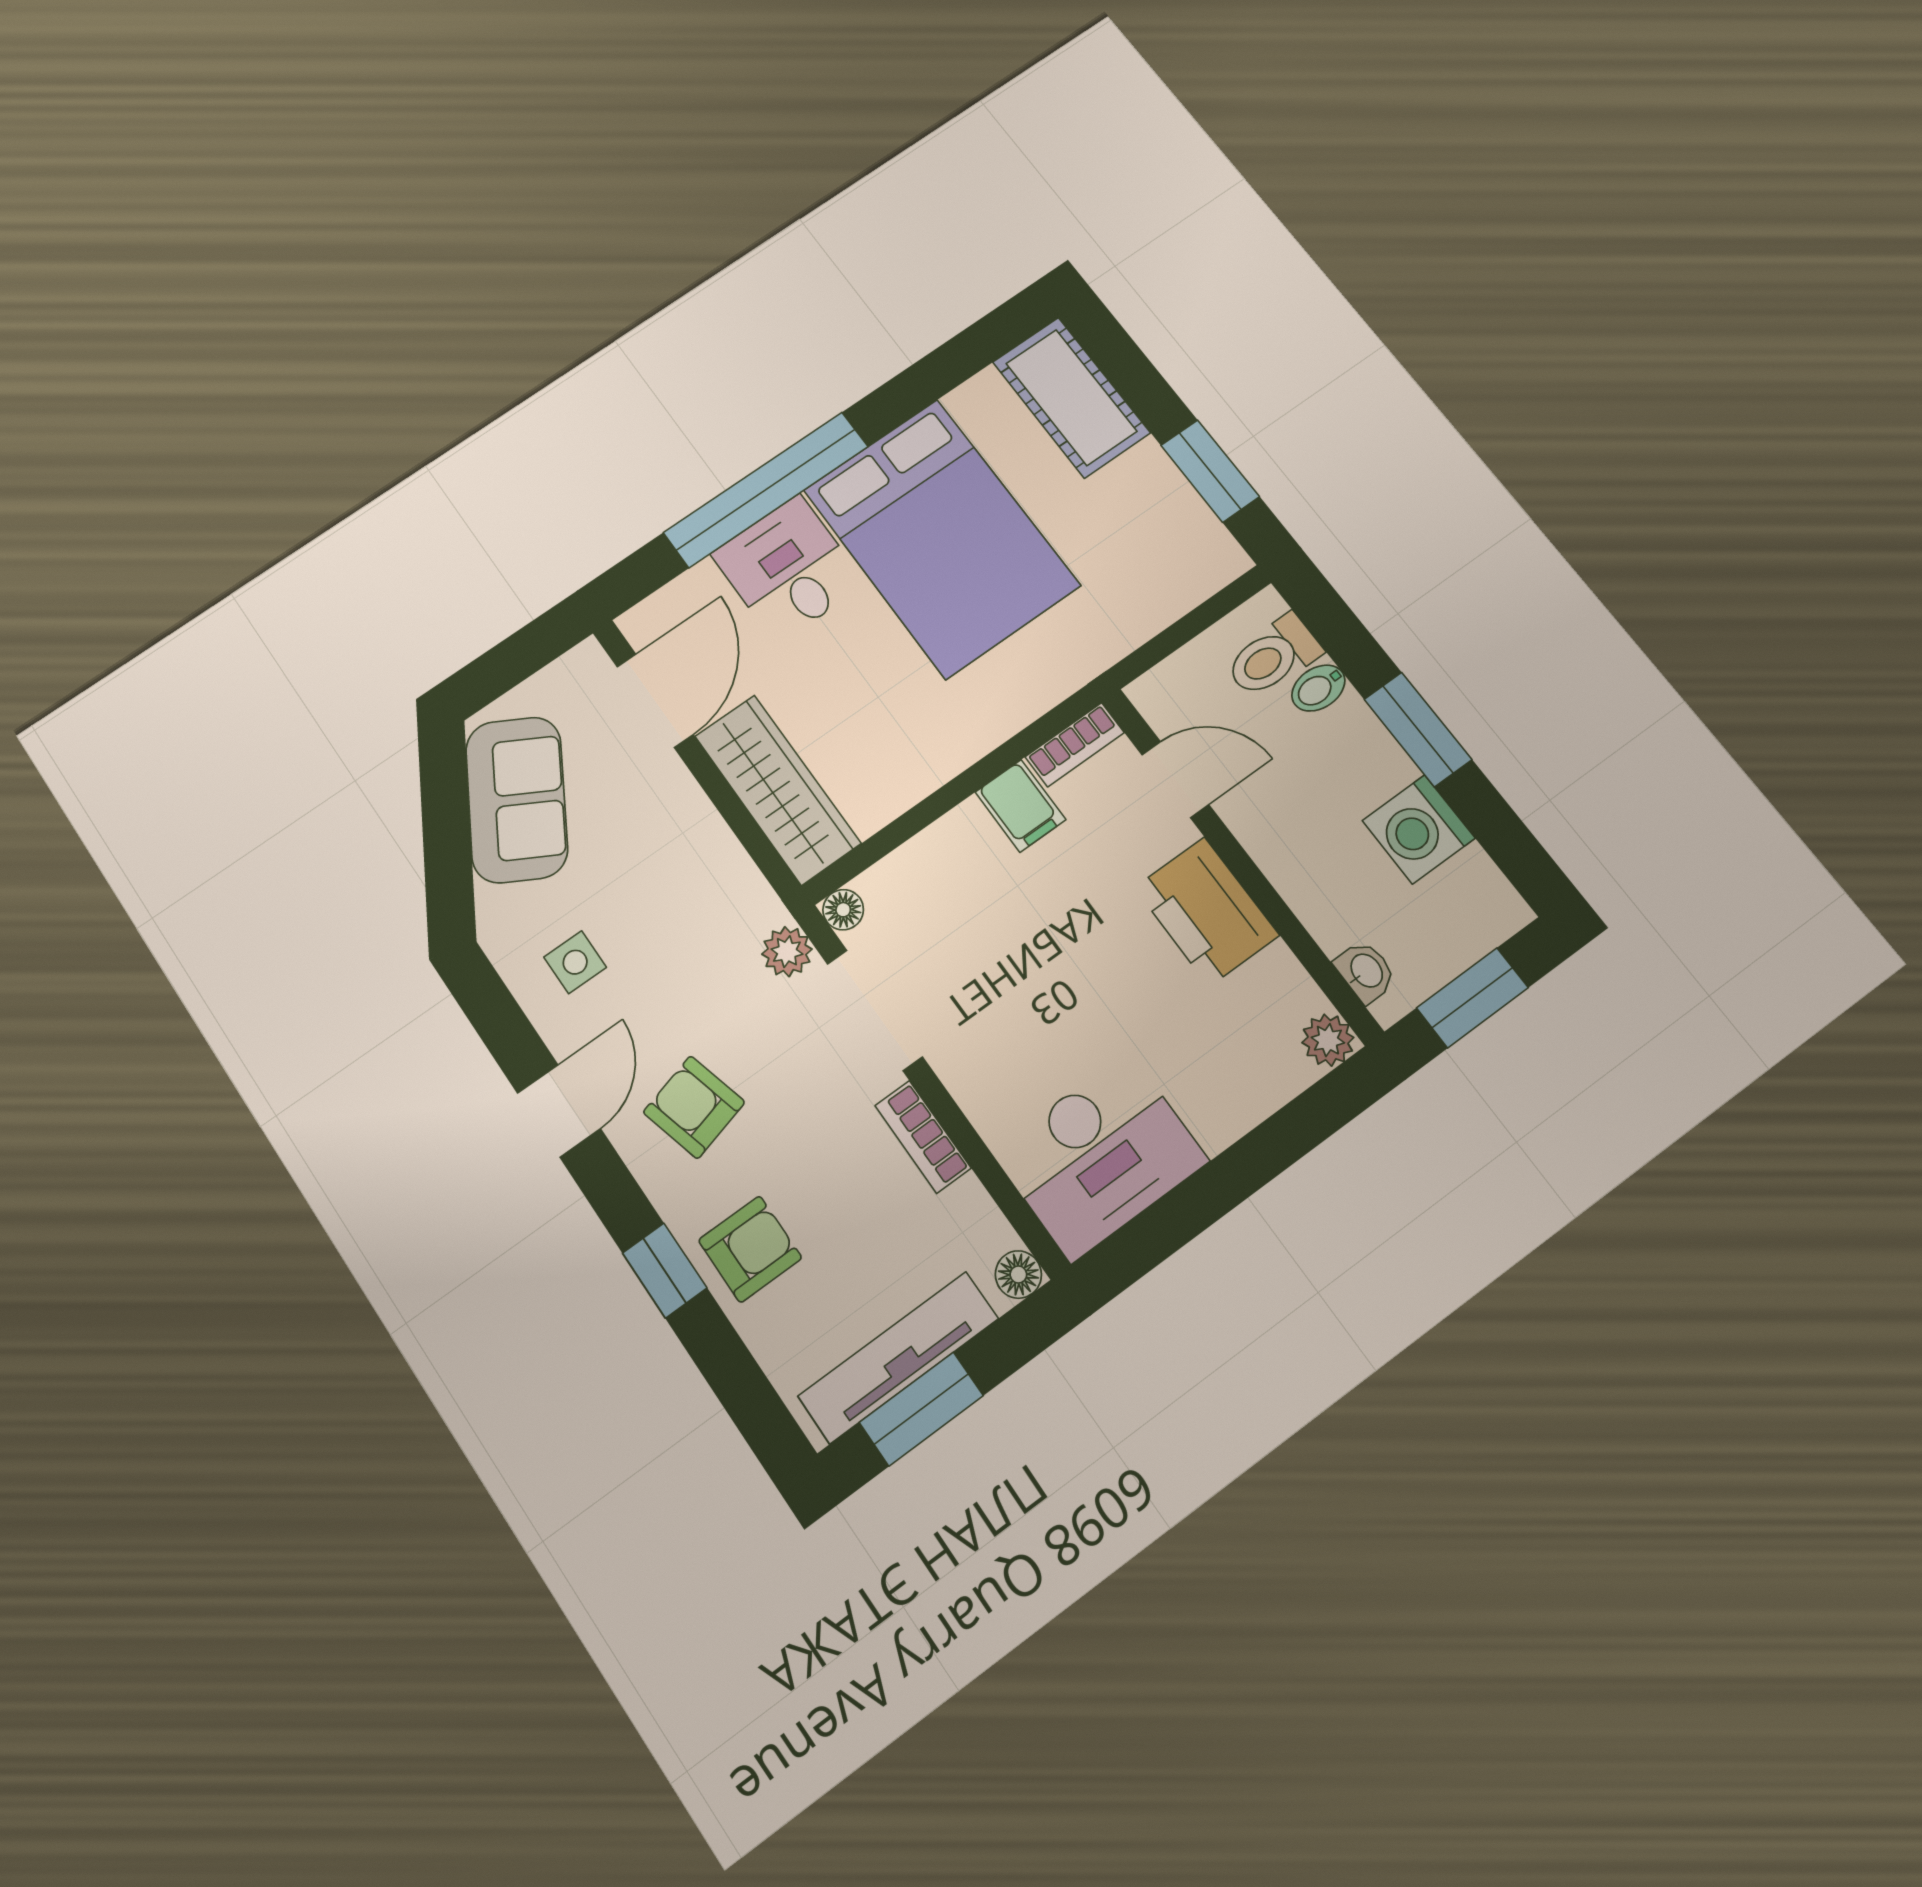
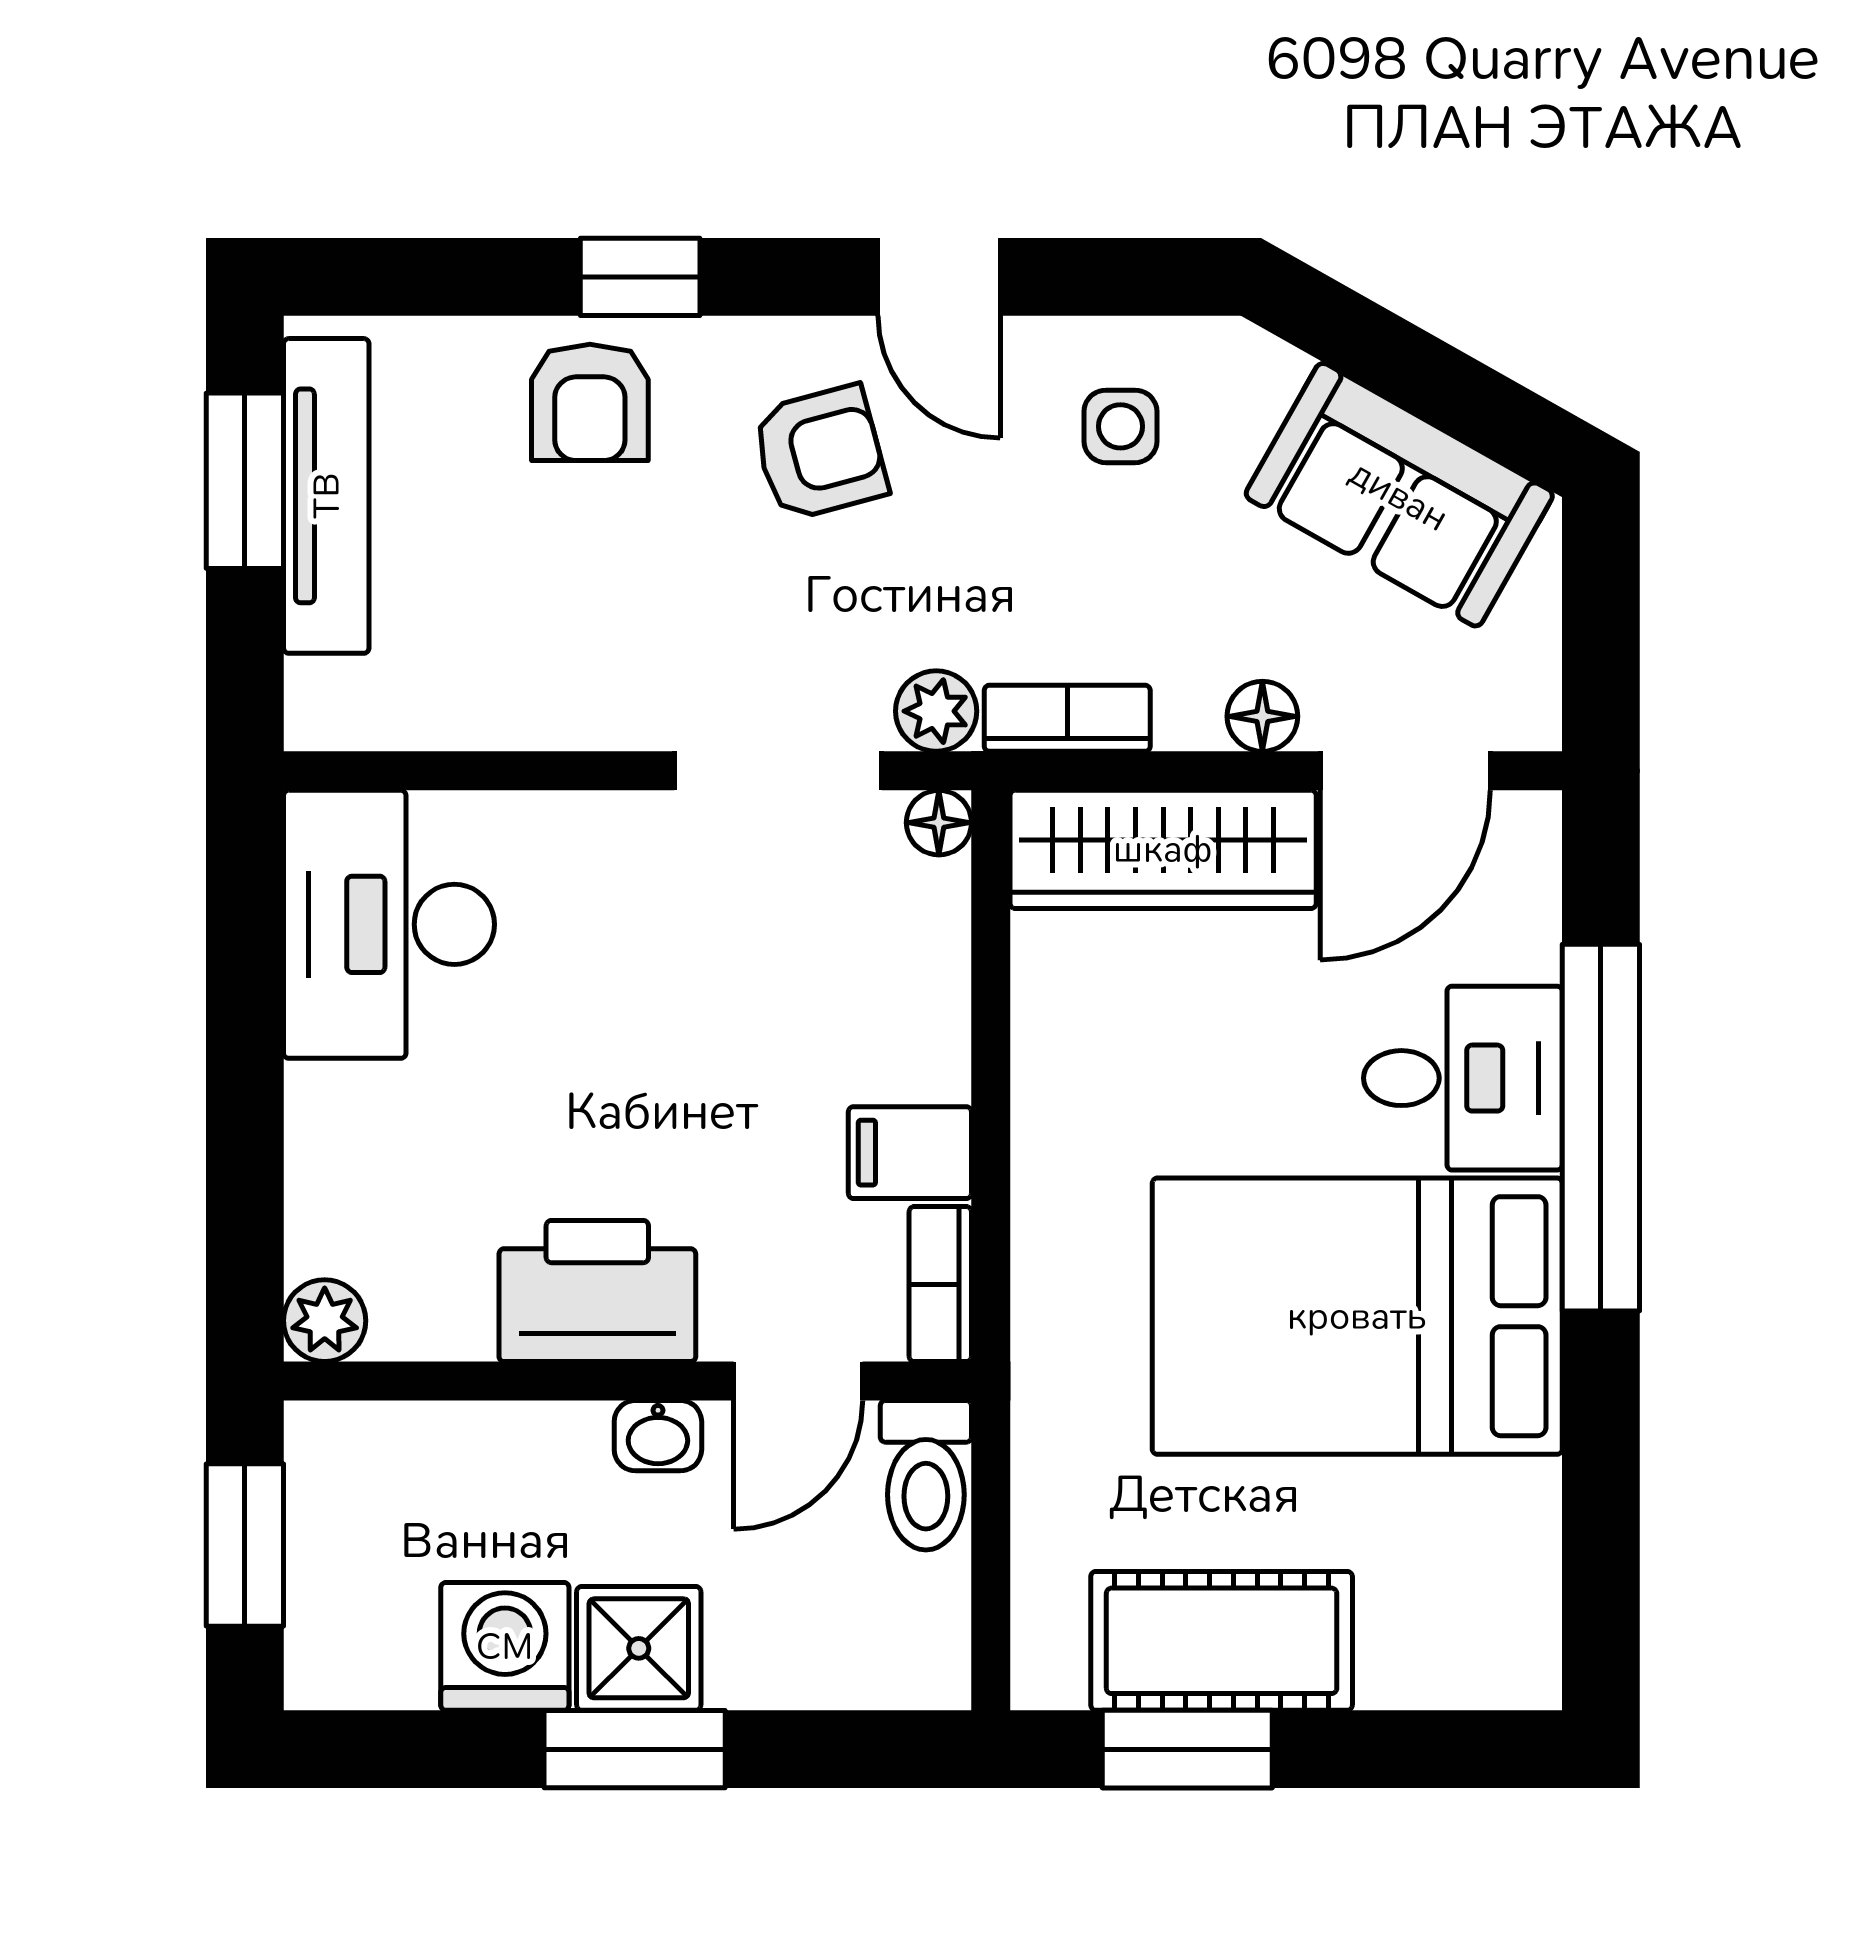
cot: (1071, 397) -> (1222, 1641), moved
toilet: (1273, 656) -> (926, 1475), moved, turned 180
bidet: (1318, 688) -> (784, 1662), removed
door: (655, 701) -> (1405, 771), hinge flipped
shower: (1367, 763) -> (639, 1648), added
washbasin: (1366, 971) -> (658, 1436), moved
bookcase: (923, 1137) -> (1067, 718), moved
floor lamp: (1018, 1275) -> (1262, 716), moved

